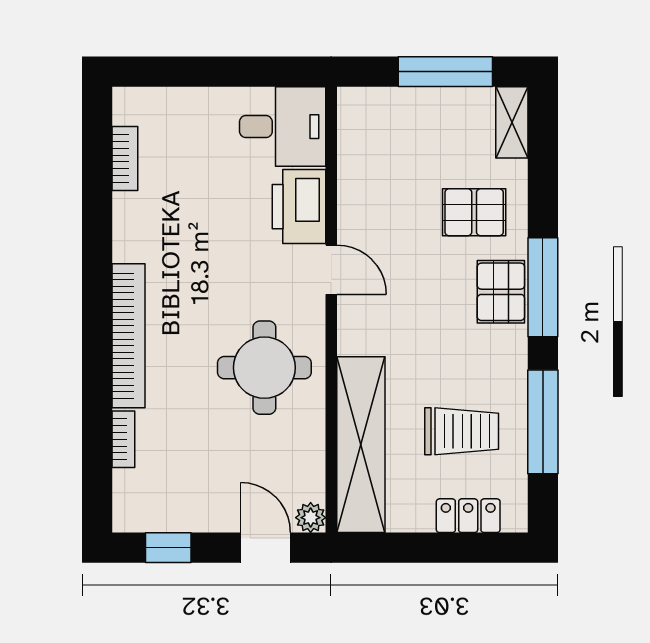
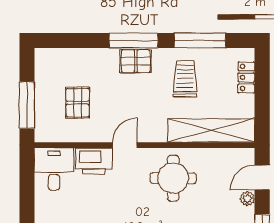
window: (445, 72) -> (27, 105), moved
shelving: (512, 122) -> (52, 56), removed
pallet: (474, 212) -> (78, 103), moved
trolley: (462, 431) -> (185, 79), moved
plant: (311, 518) -> (247, 199), moved

